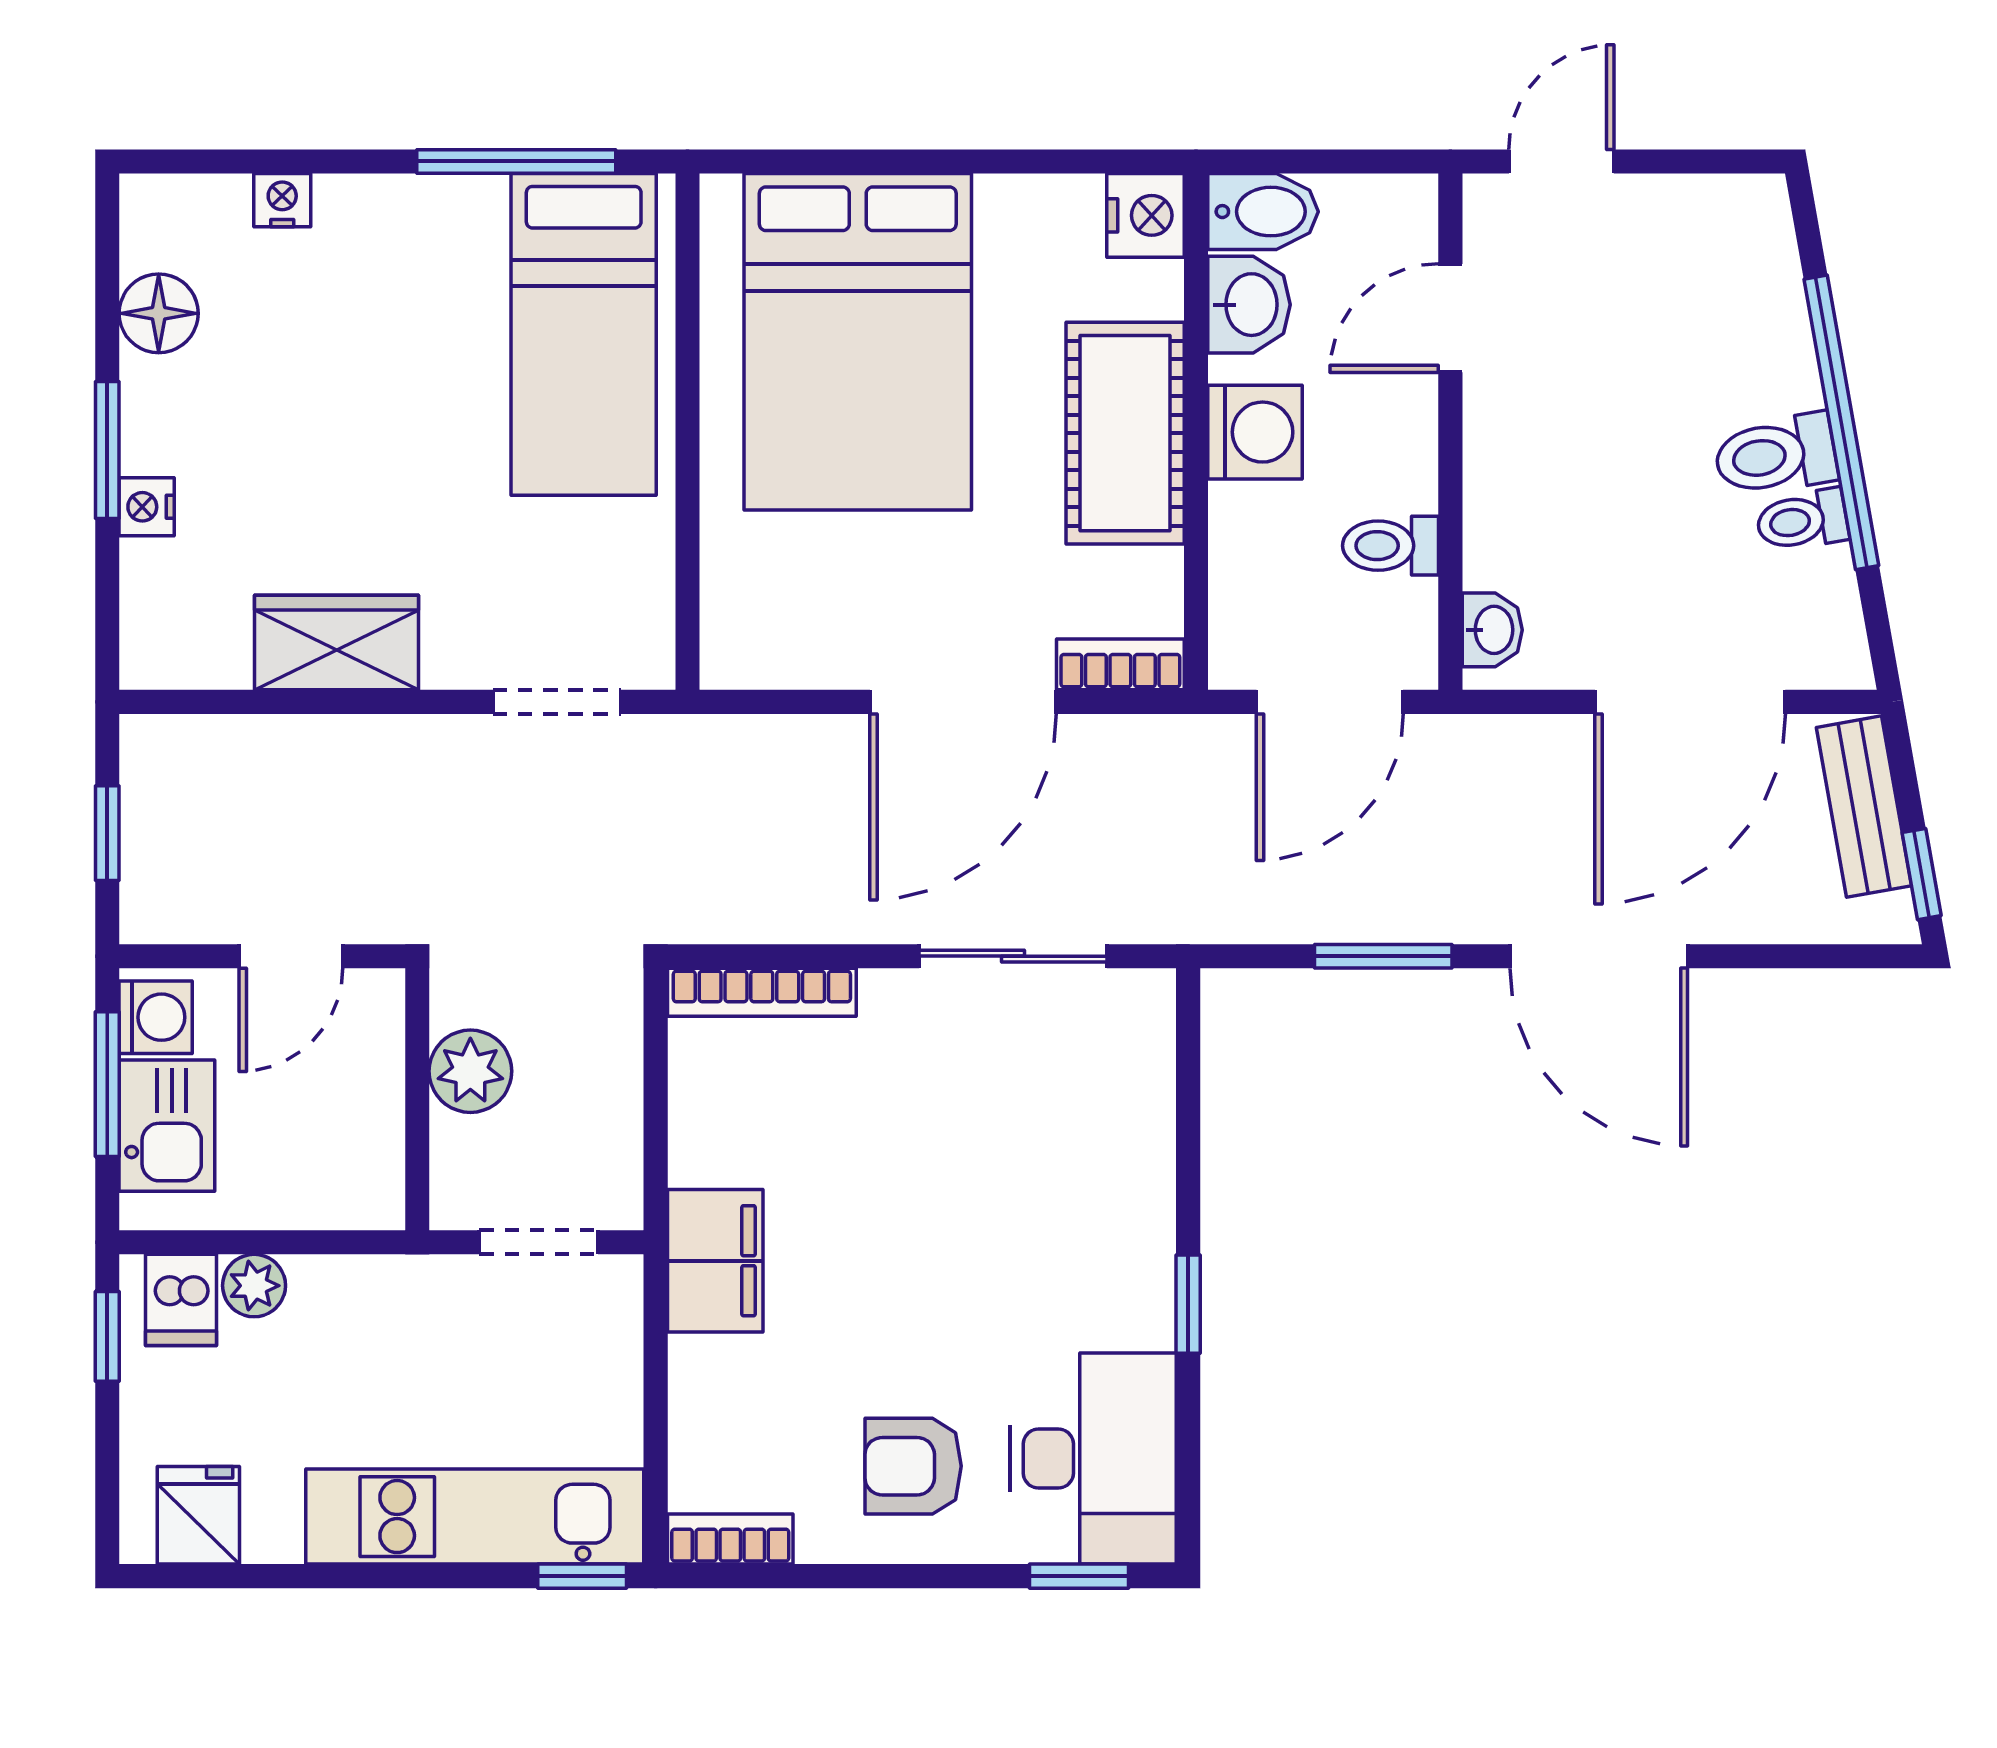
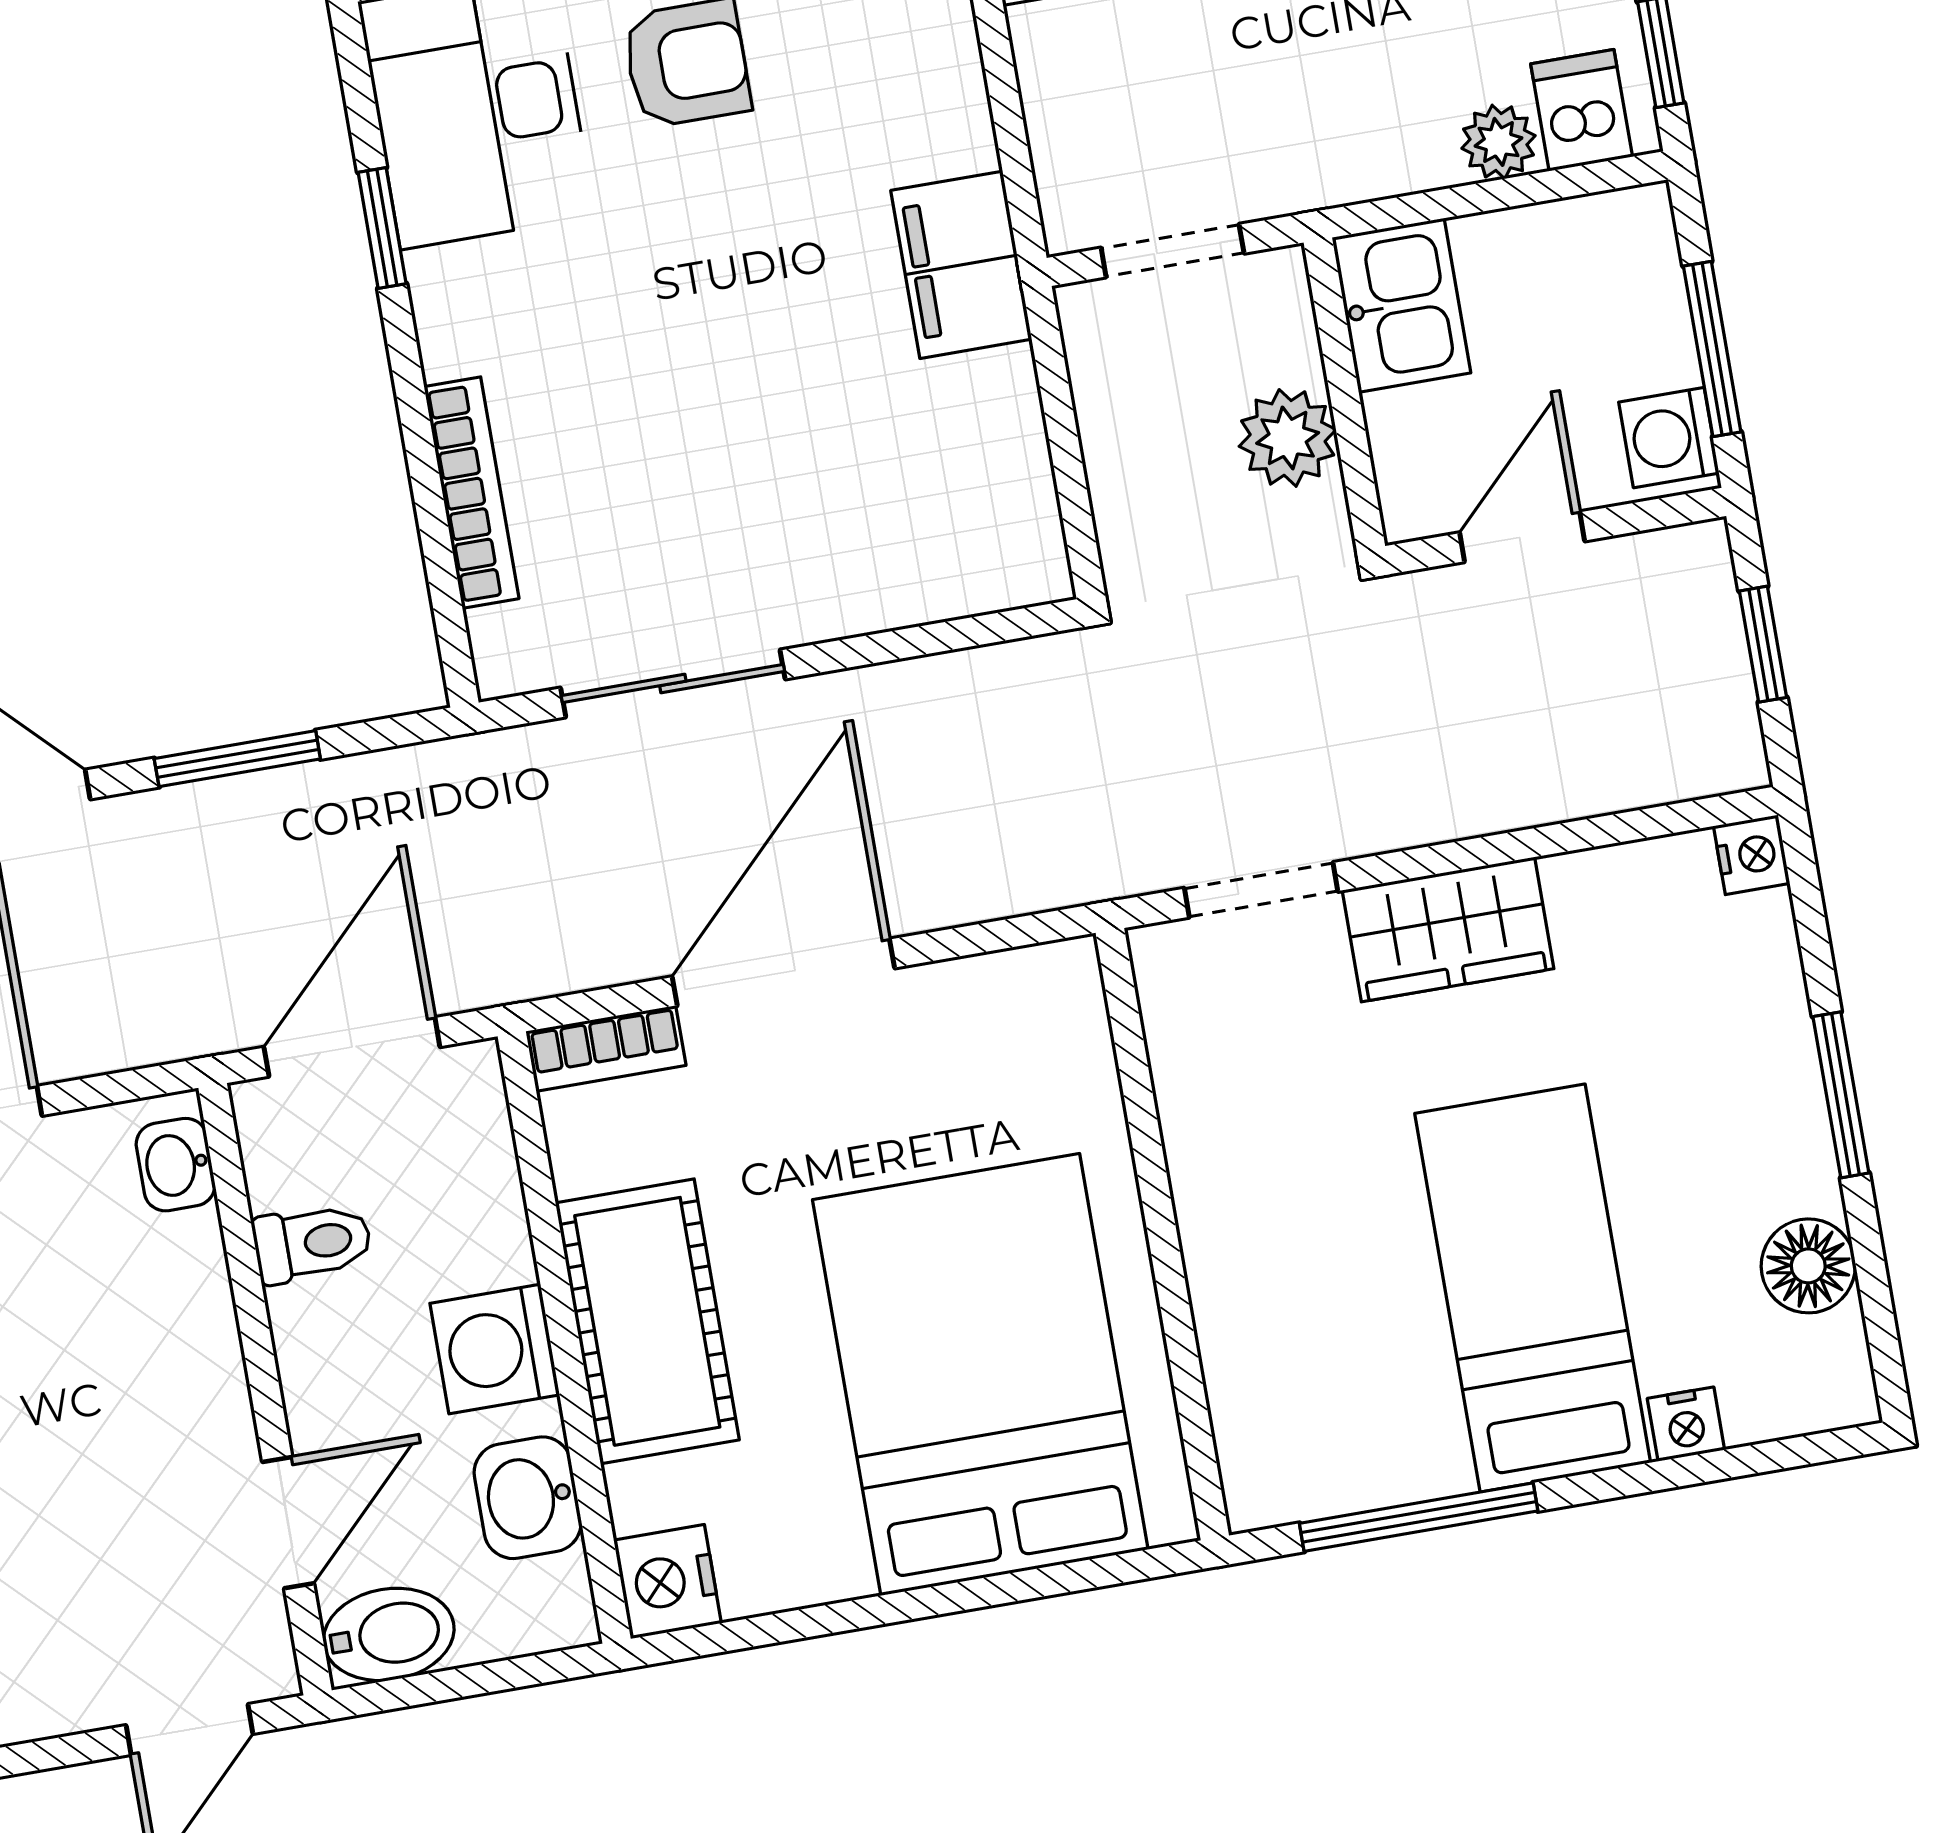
bidet: (1263, 212) -> (389, 1634), moved, turned 180
bed: (584, 334) -> (1533, 1288), moved
nightstand: (147, 507) -> (1752, 855), moved
wardrobe: (336, 642) -> (1448, 930), moved
bookcase: (762, 992) -> (471, 493), moved, turned 90
kitchen sink: (167, 1126) -> (1401, 305), moved, turned 180
window: (1188, 1304) -> (382, 228), moved

